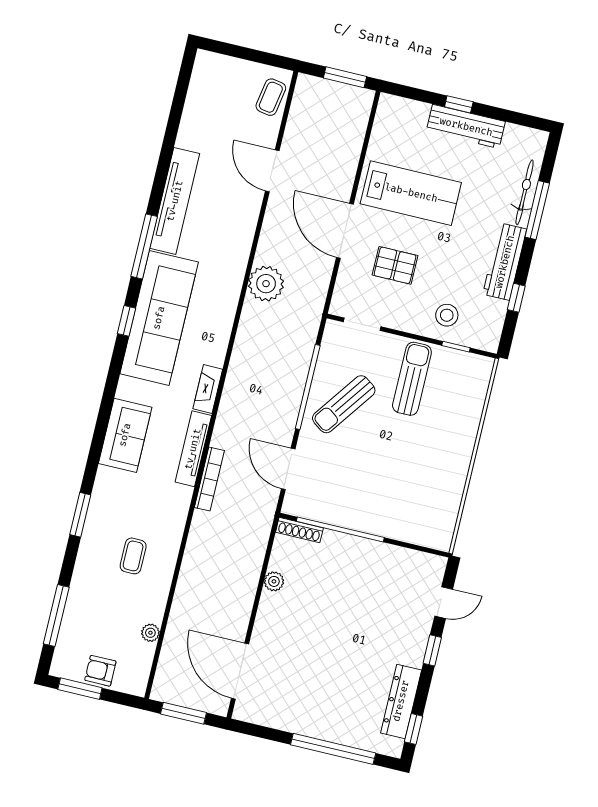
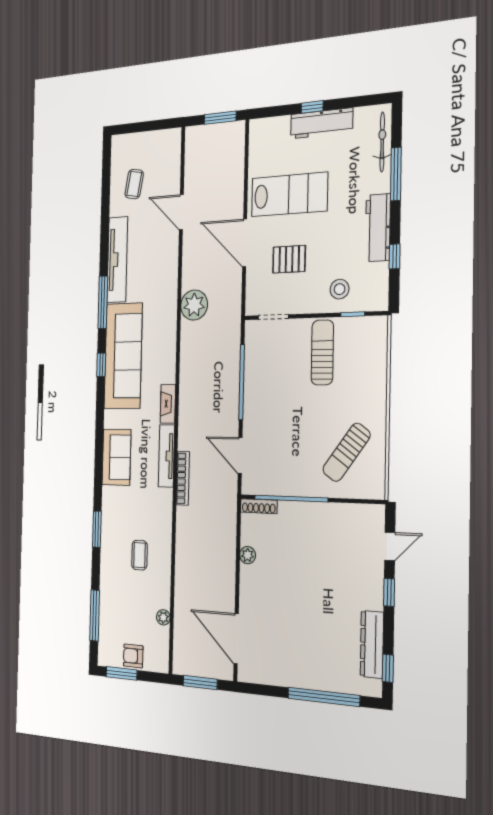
coffee table: (271, 97) -> (134, 184), moved
bicycle: (525, 192) -> (382, 142), moved
sun lounger: (344, 404) -> (346, 452), moved

